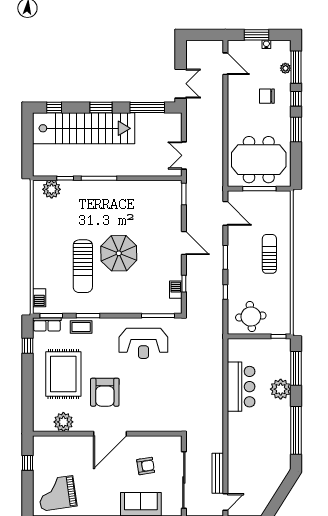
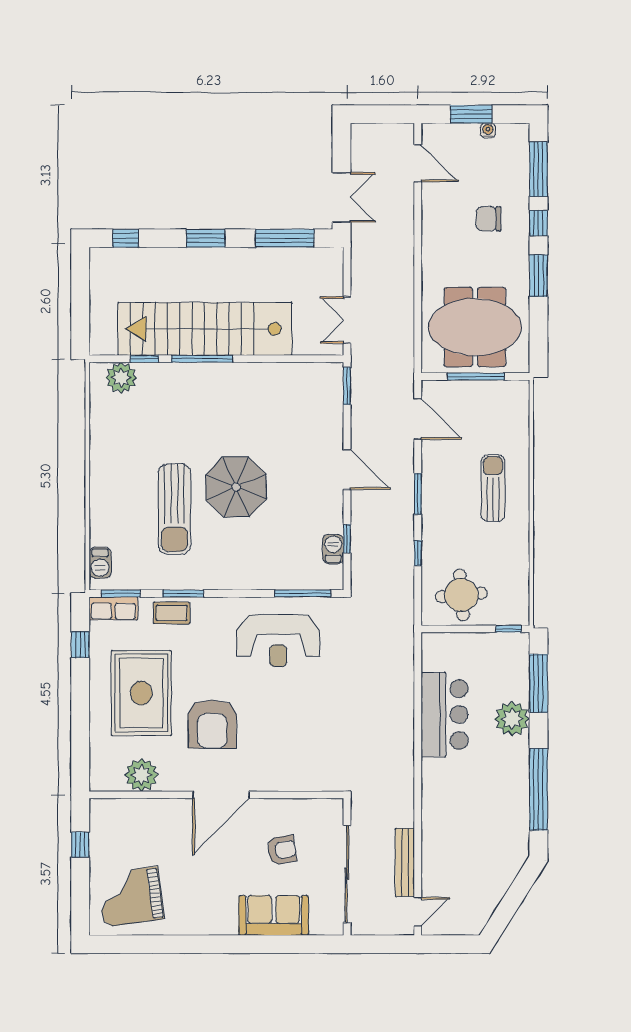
plant: (285, 68) -> (521, 171), removed
stairs: (84, 128) -> (205, 329), moved, turned 180

